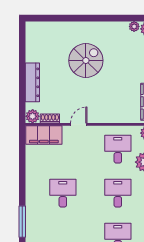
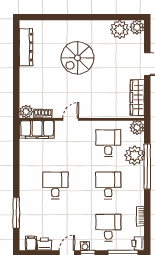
plant: (134, 26) -> (120, 29), width x1.87, depth x1.87
spiral stairs: (86, 61) -> (77, 58), turned 180
dresser: (32, 82) -> (26, 47), moved

